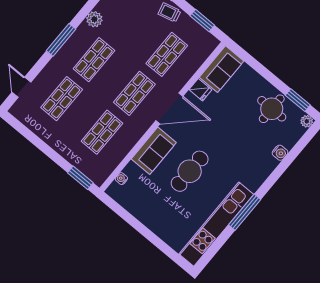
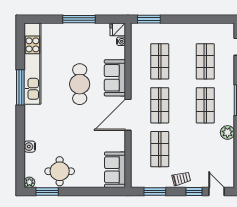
fridge: (200, 90) -> (118, 29), moved
window: (142, 229) -> (79, 19), added

